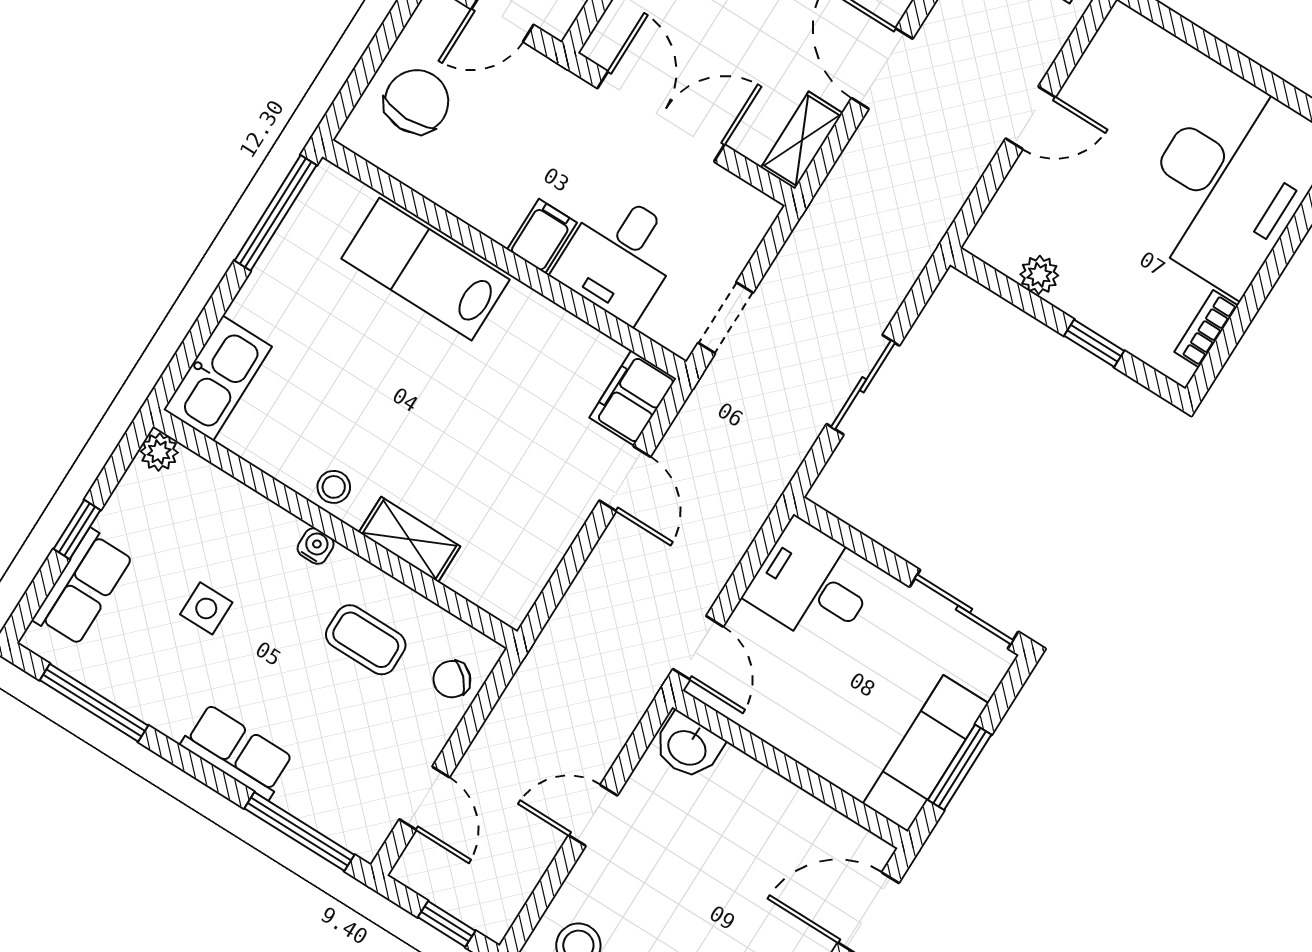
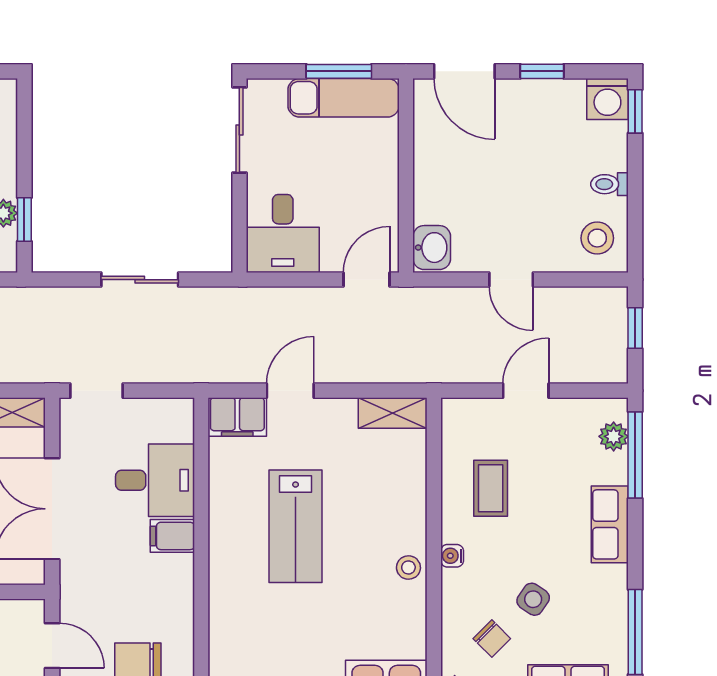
lab bench: (426, 269) -> (296, 526), moved
doorway: (726, 318) -> (96, 391), moved
window: (1094, 343) -> (24, 219), moved
shelving: (410, 539) -> (393, 413), moved, turned 90
side table: (206, 608) -> (533, 599), turned 34
chair: (452, 679) -> (492, 639), moved
door: (424, 798) -> (526, 391), moved
plant: (336, 820) -> (614, 436), added

